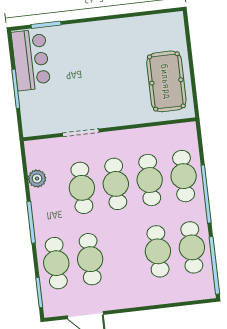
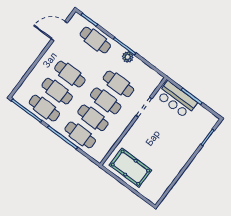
bar counter: (31, 60) -> (177, 100), moved
plant: (37, 179) -> (128, 57), moved
cafe table: (90, 259) -> (70, 74), moved

